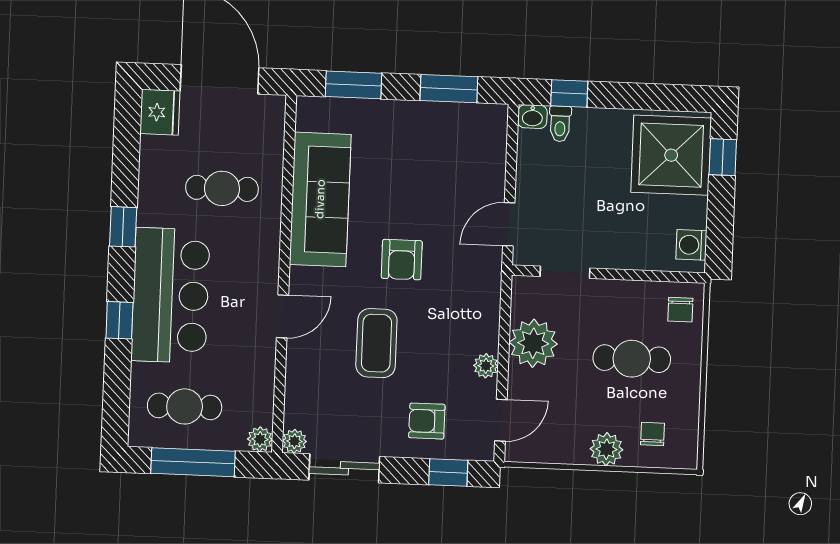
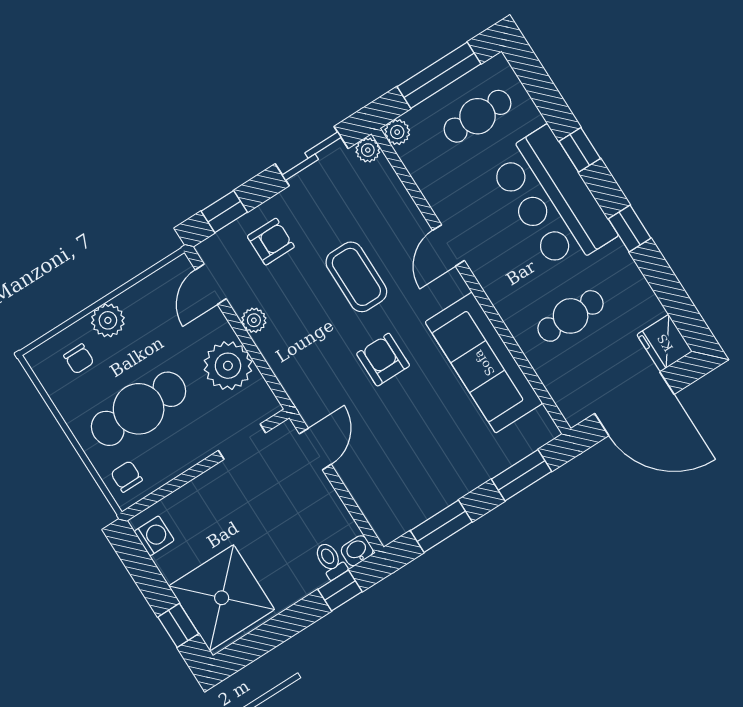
cafe table: (632, 359) -> (139, 409), width x1.37, depth x1.35

